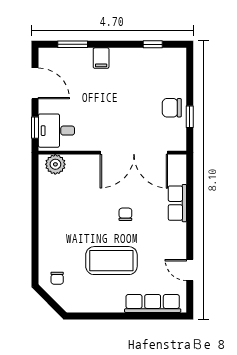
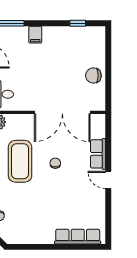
window: (190, 117) -> (108, 83), removed
coffee table: (111, 261) -> (20, 161), moved, turned 90
door: (190, 270) -> (108, 180), moved

